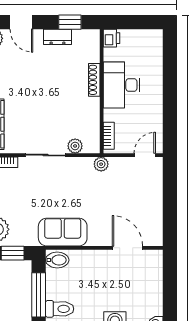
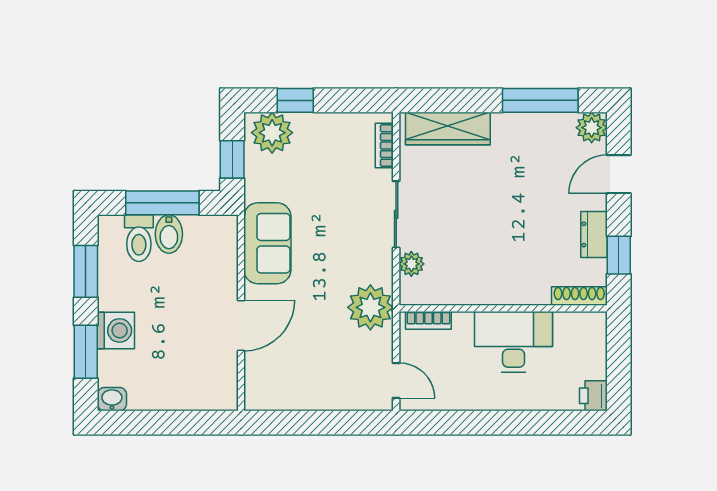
printer: (112, 38) -> (593, 396), moved, turned 90
shoe rack: (94, 80) -> (579, 296), moved
plant: (101, 164) -> (370, 307), width x1.87, depth x1.87
door: (127, 248) -> (241, 325), moved
bidet: (57, 260) -> (169, 234), moved

